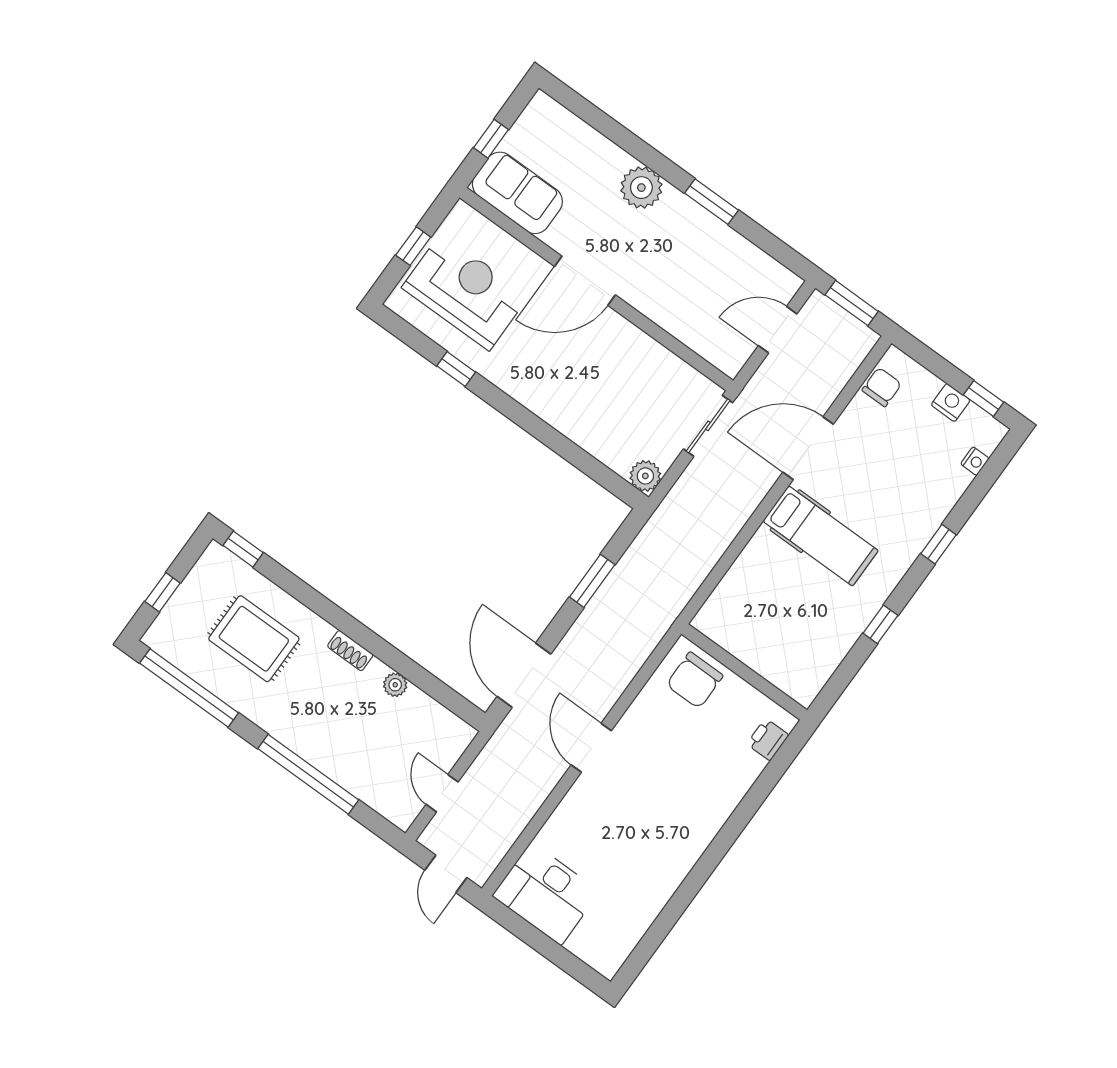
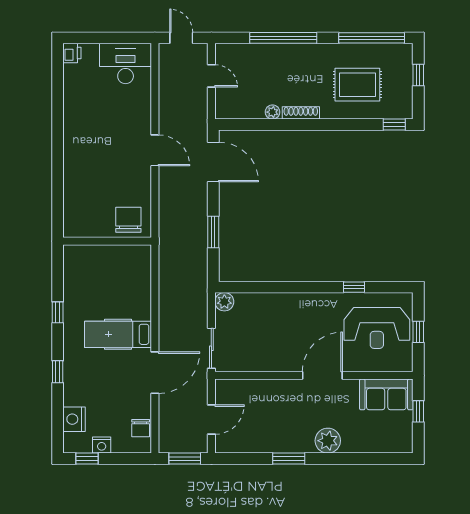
nightstand: (975, 461) -> (74, 419), width x1.89, depth x1.79
shoe rack: (350, 651) -> (301, 113), width x1.43
printer: (768, 739) -> (72, 53), moved

